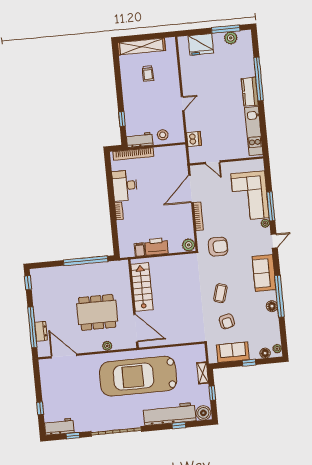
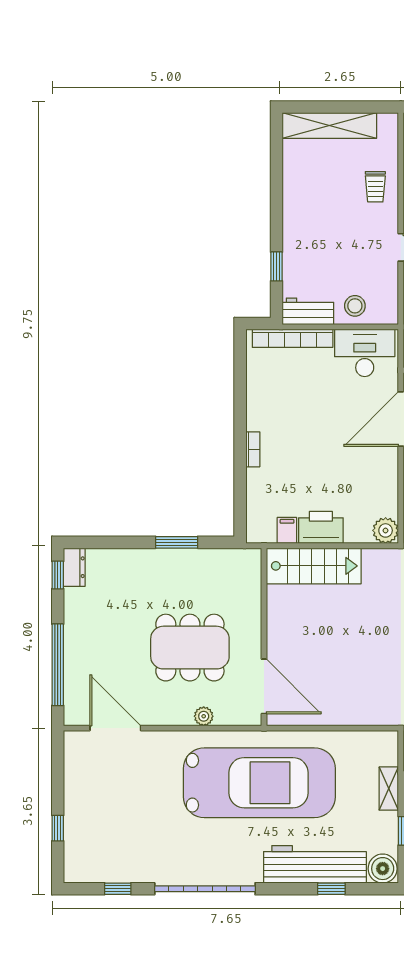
trolley: (148, 73) -> (375, 187), moved
desk: (125, 186) -> (365, 353), moved, turned 90
window: (86, 261) -> (177, 542), width x0.47
stairs: (142, 287) -> (314, 566), moved, turned 90
dresser: (41, 331) -> (74, 567), moved
car: (138, 376) -> (259, 783), turned 180
workbench: (59, 427) -> (92, 868), removed

